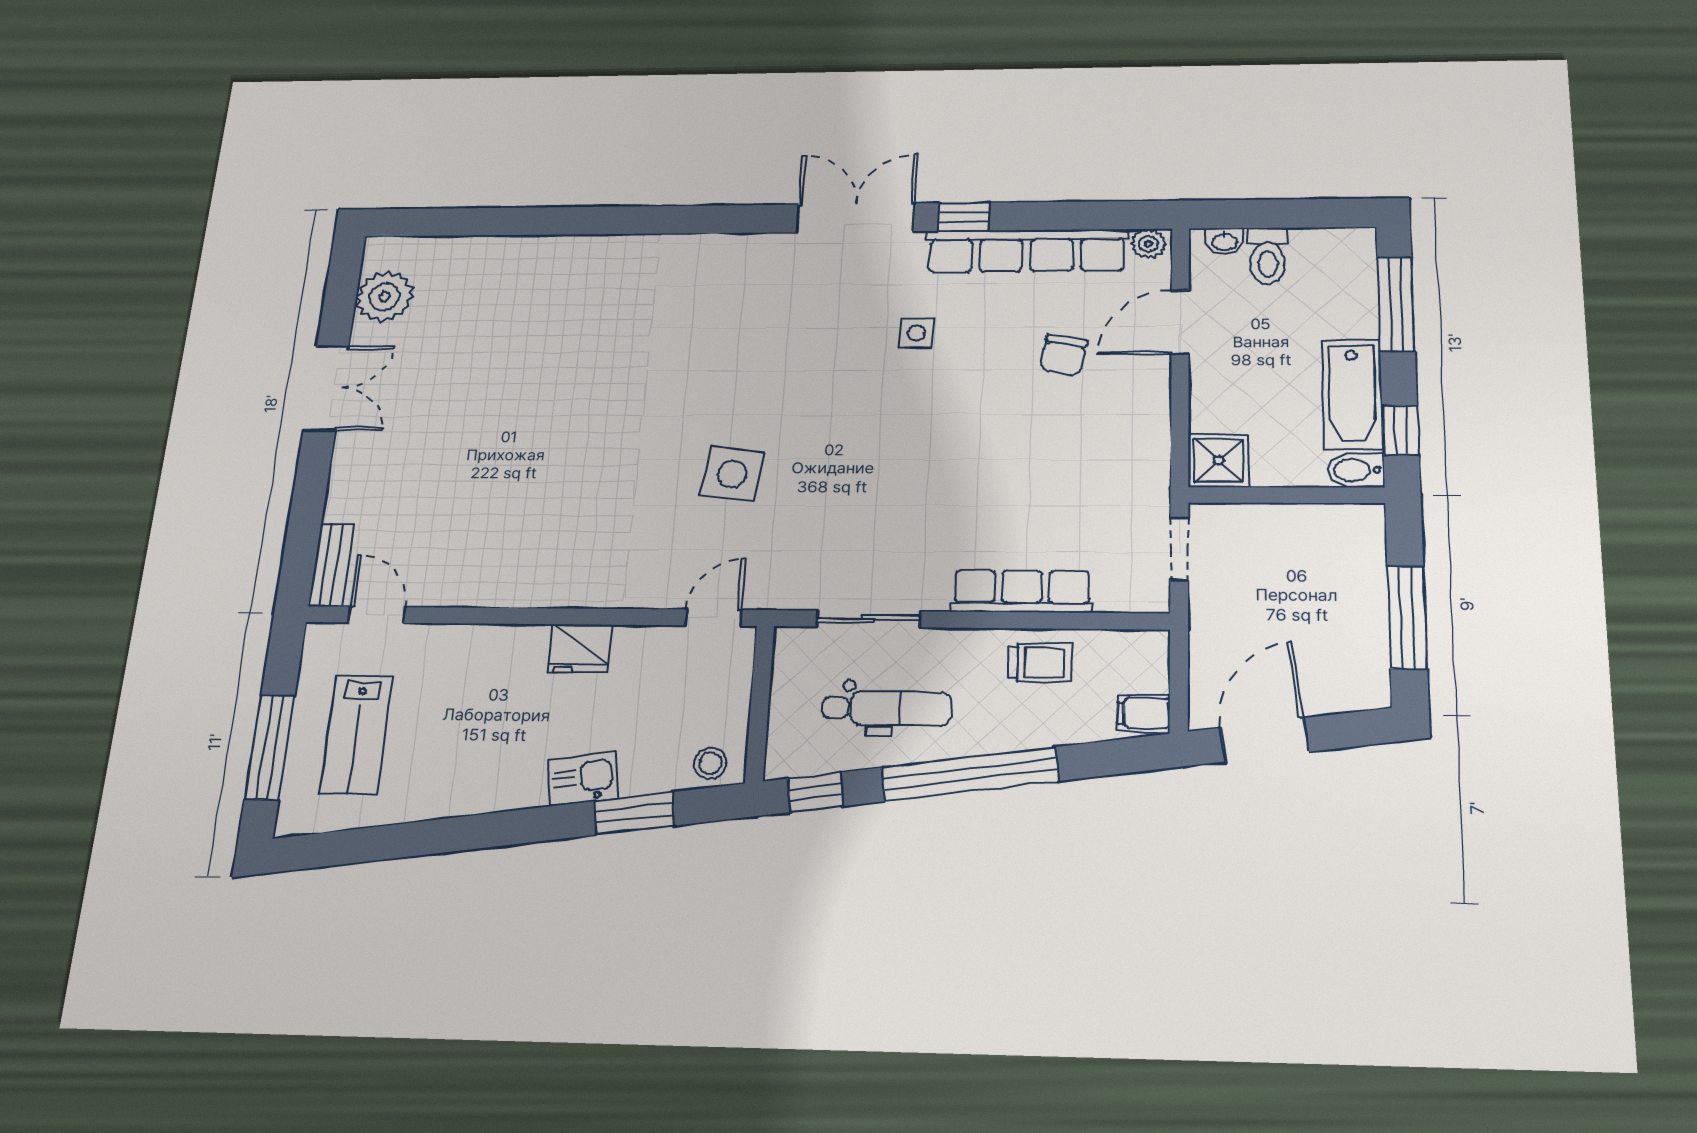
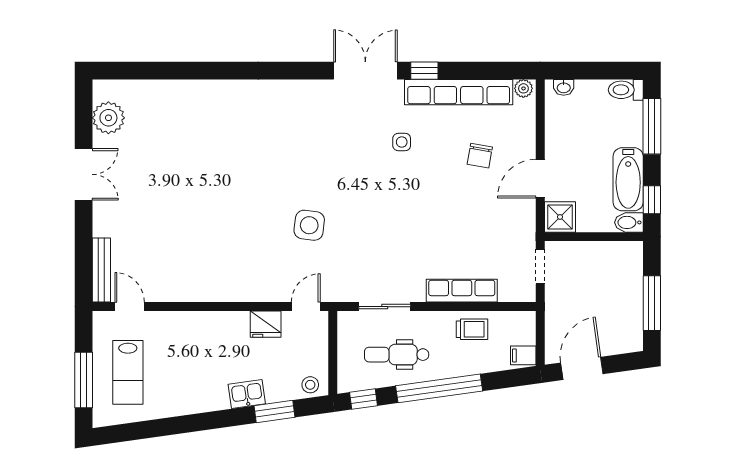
toilet: (1267, 256) -> (626, 90), moved, turned 90
door: (1180, 323) -> (540, 179), moved
bench: (331, 565) -> (101, 270), width x1.36
fridge: (580, 648) -> (266, 324), moved
dental chair: (887, 708) -> (397, 355), turned 180

